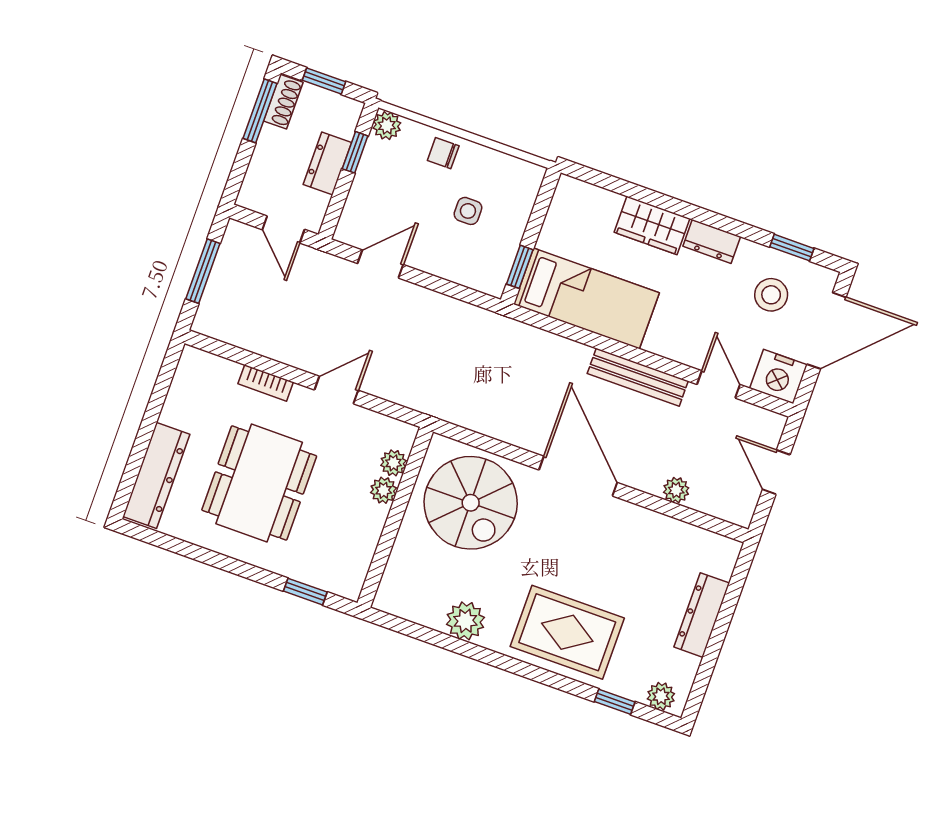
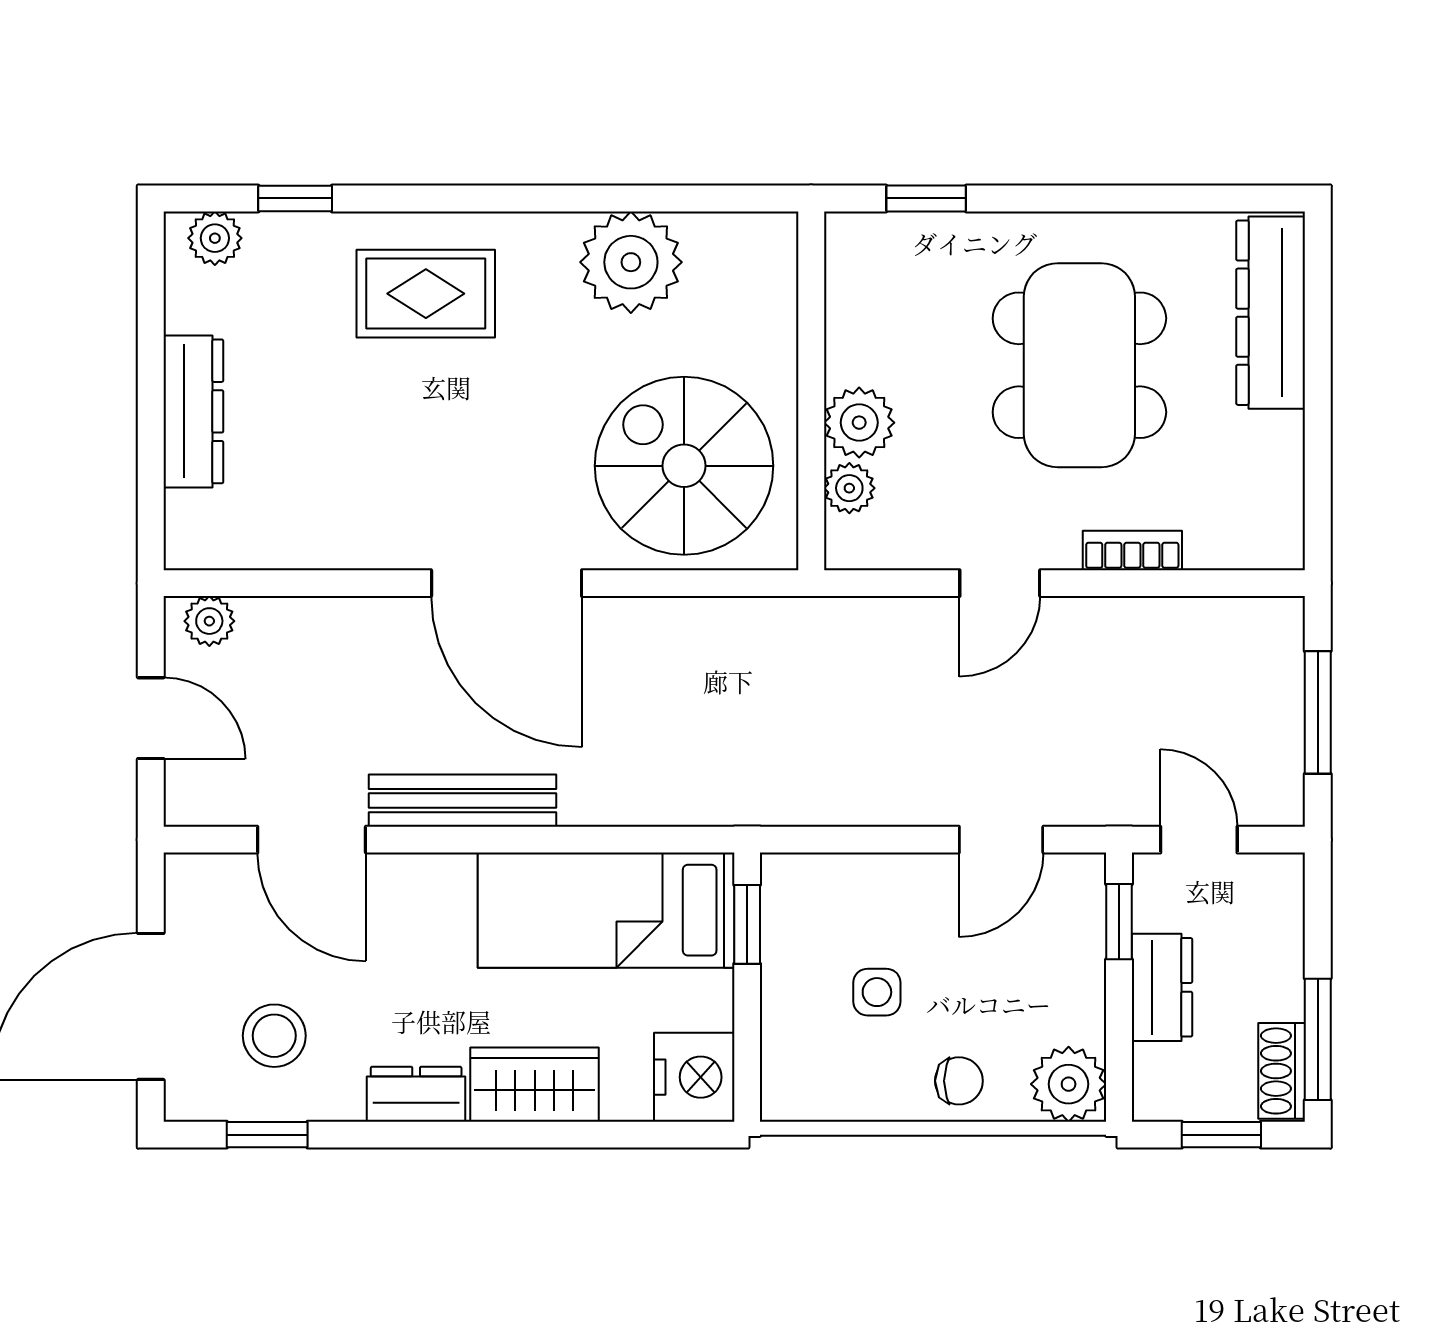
plant: (387, 126) -> (1069, 1084), width x1.38, depth x1.38
window: (355, 152) -> (1119, 922), moved
nightstand: (778, 377) -> (694, 1077), moved, turned 90
door: (719, 384) -> (312, 840), width x1.38
plant: (384, 490) -> (859, 423), width x1.38, depth x1.38
plant: (676, 490) -> (209, 621), moved
plant: (465, 621) -> (631, 262), width x1.36, depth x1.36
rug: (567, 632) -> (426, 294), width x0.73, depth x0.70

